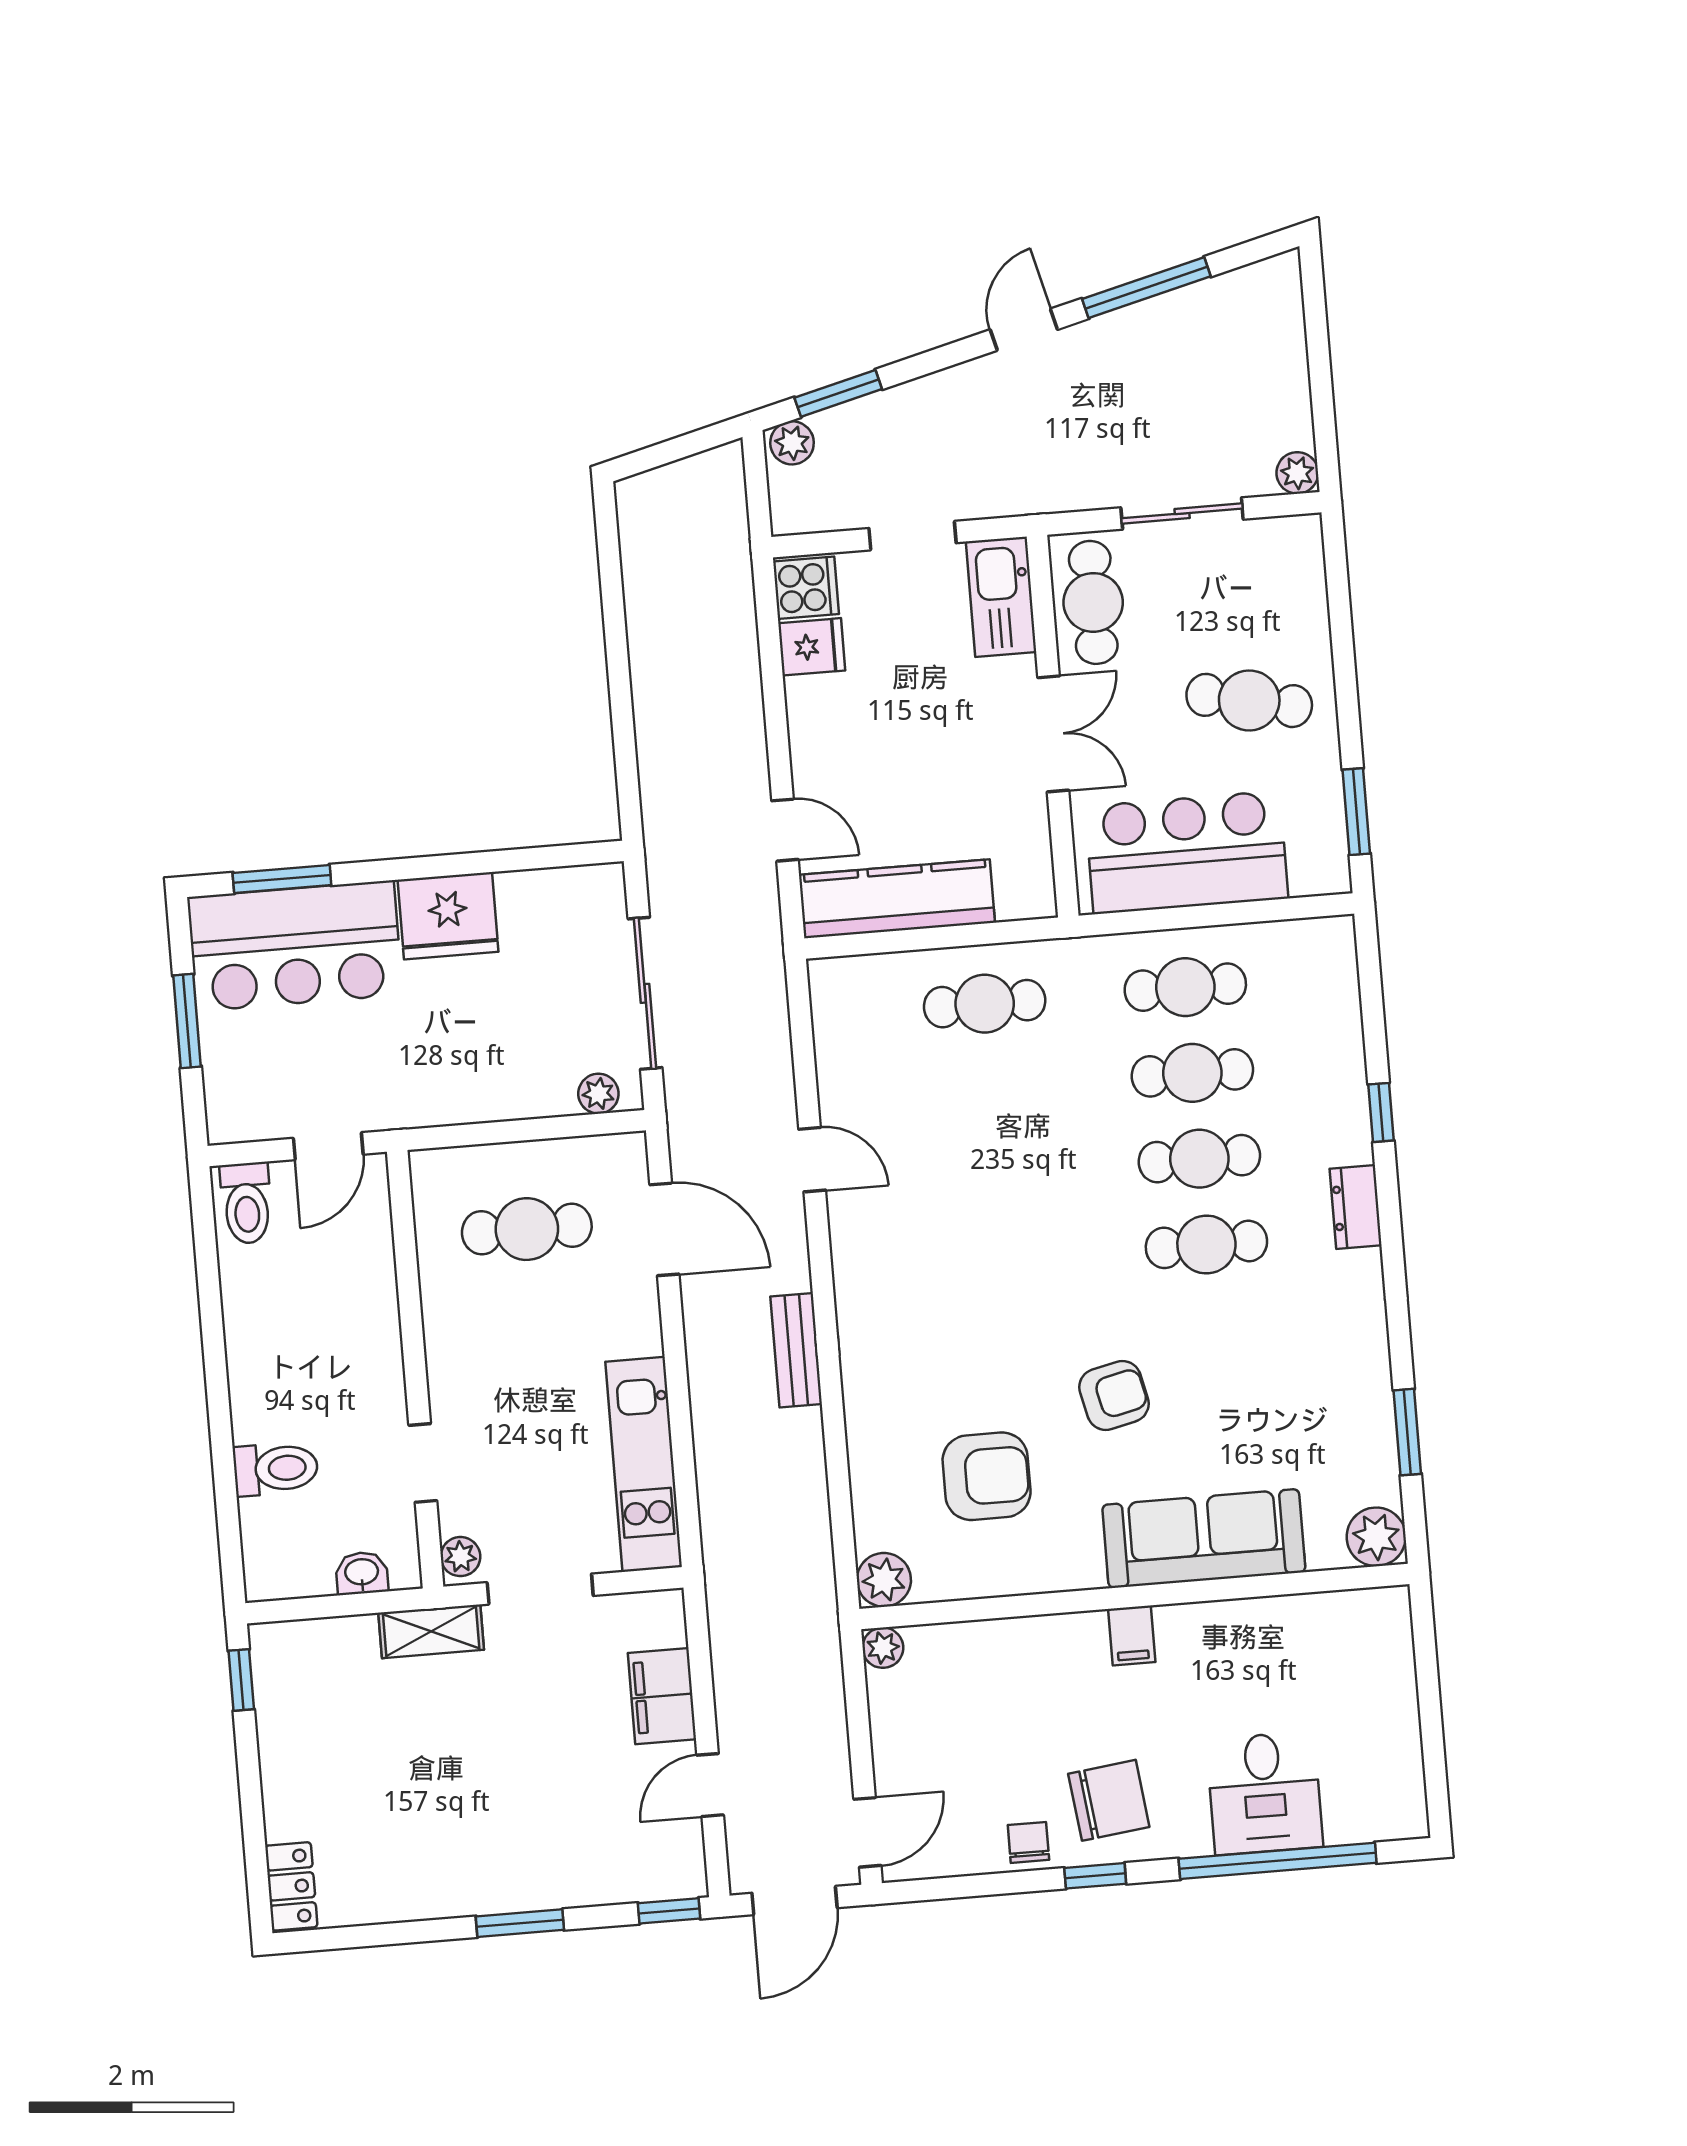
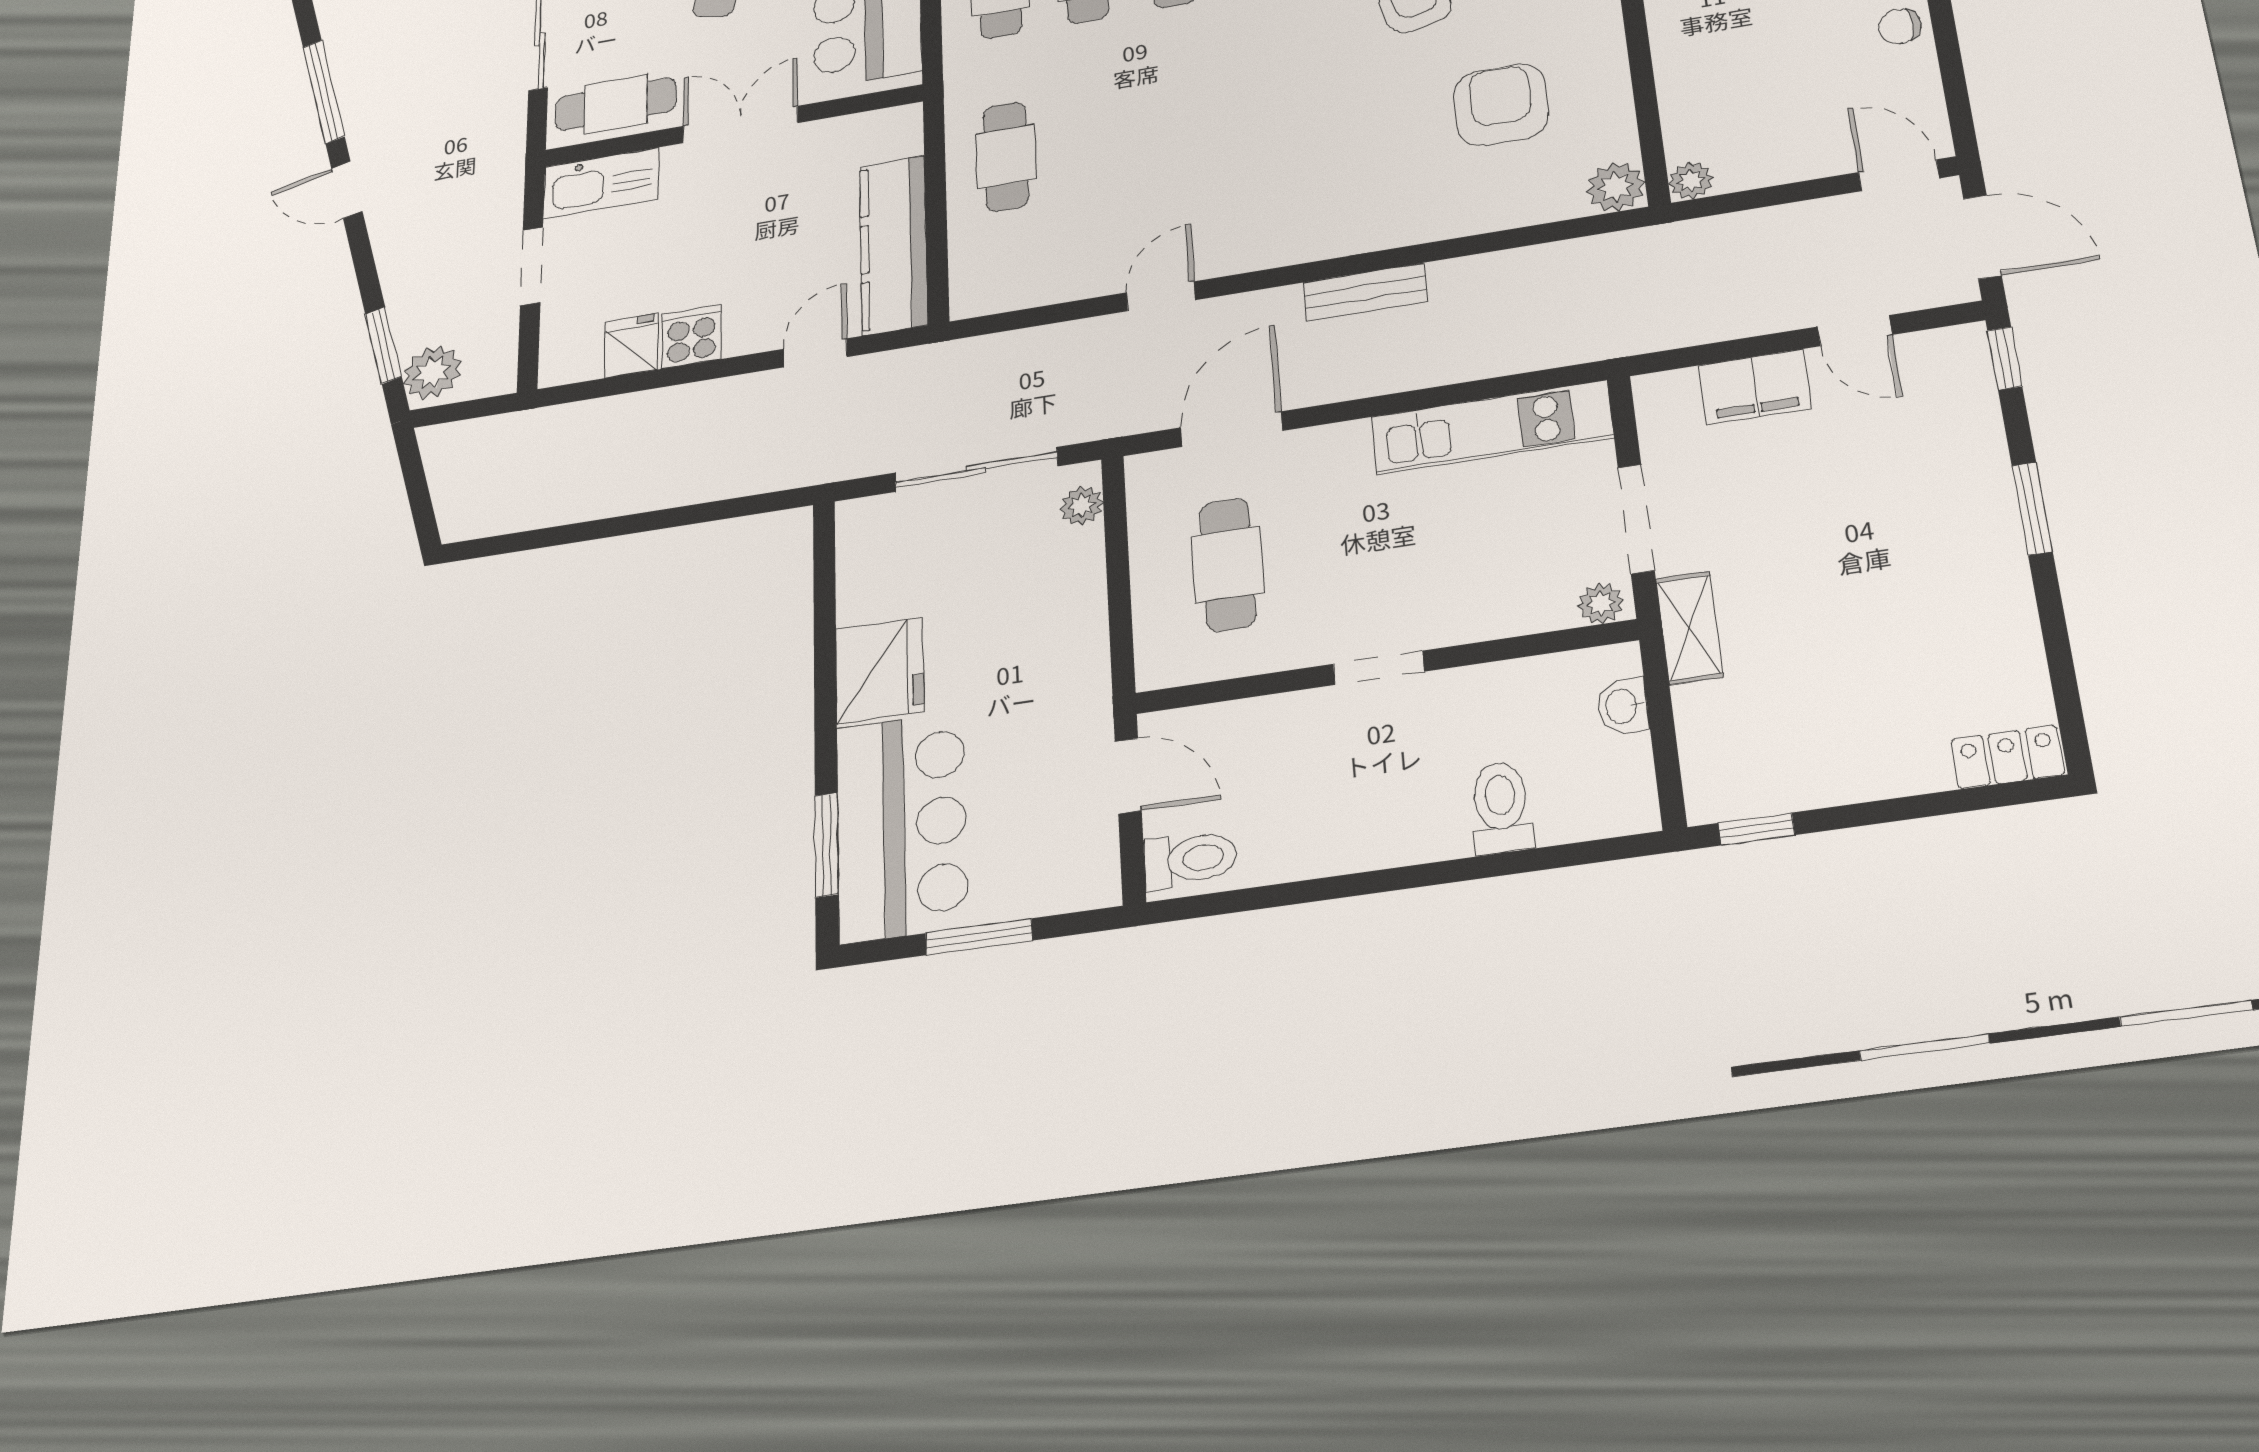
plant: (792, 443) -> (432, 372), width x1.38, depth x1.38
cooker: (806, 588) -> (691, 337), moved
doorway: (423, 1463) -> (1379, 668), moved

